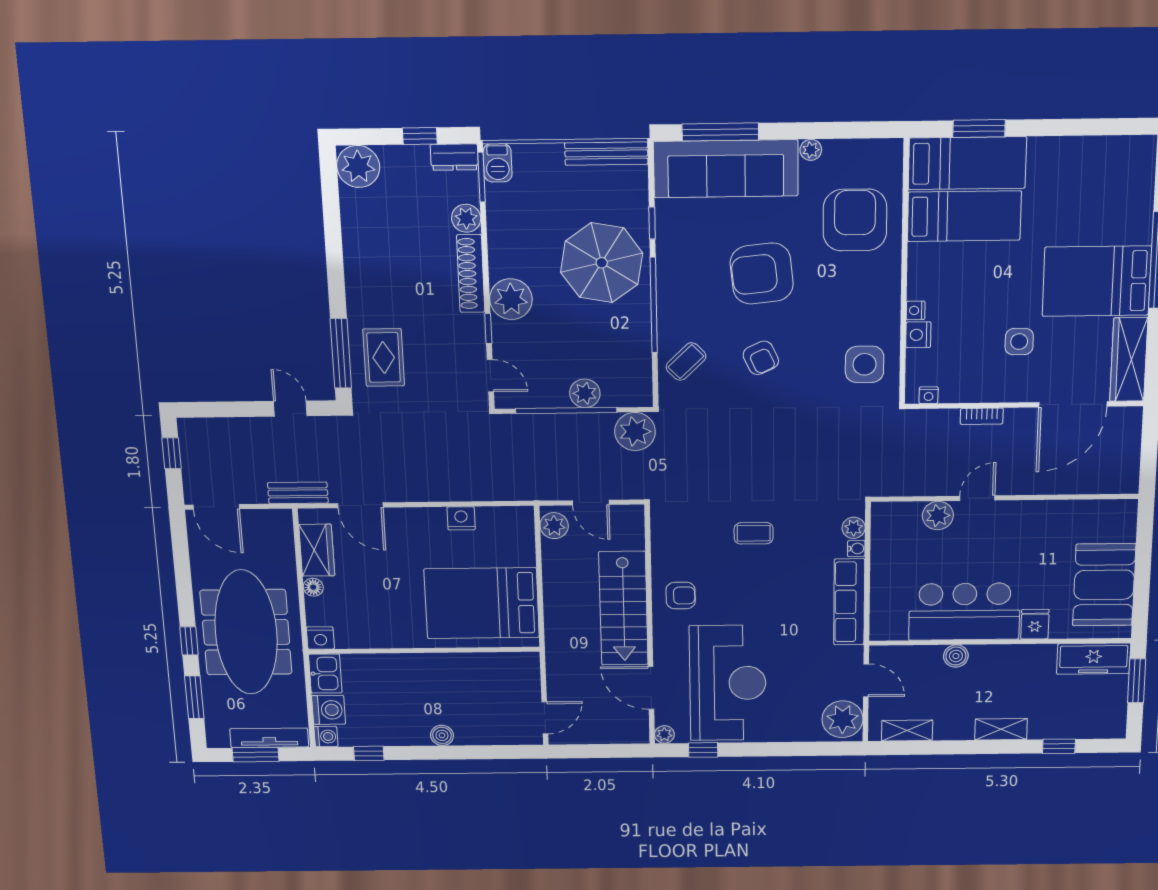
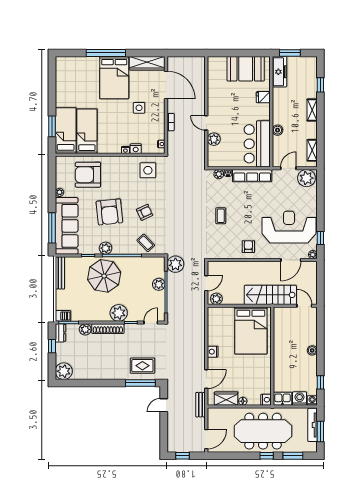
plant: (671, 265) -> (106, 248), added
nightstand: (461, 518) -> (213, 352), moved
stairs: (623, 608) -> (270, 295), moved, turned 180
bar counter: (964, 612) -> (257, 144), moved

